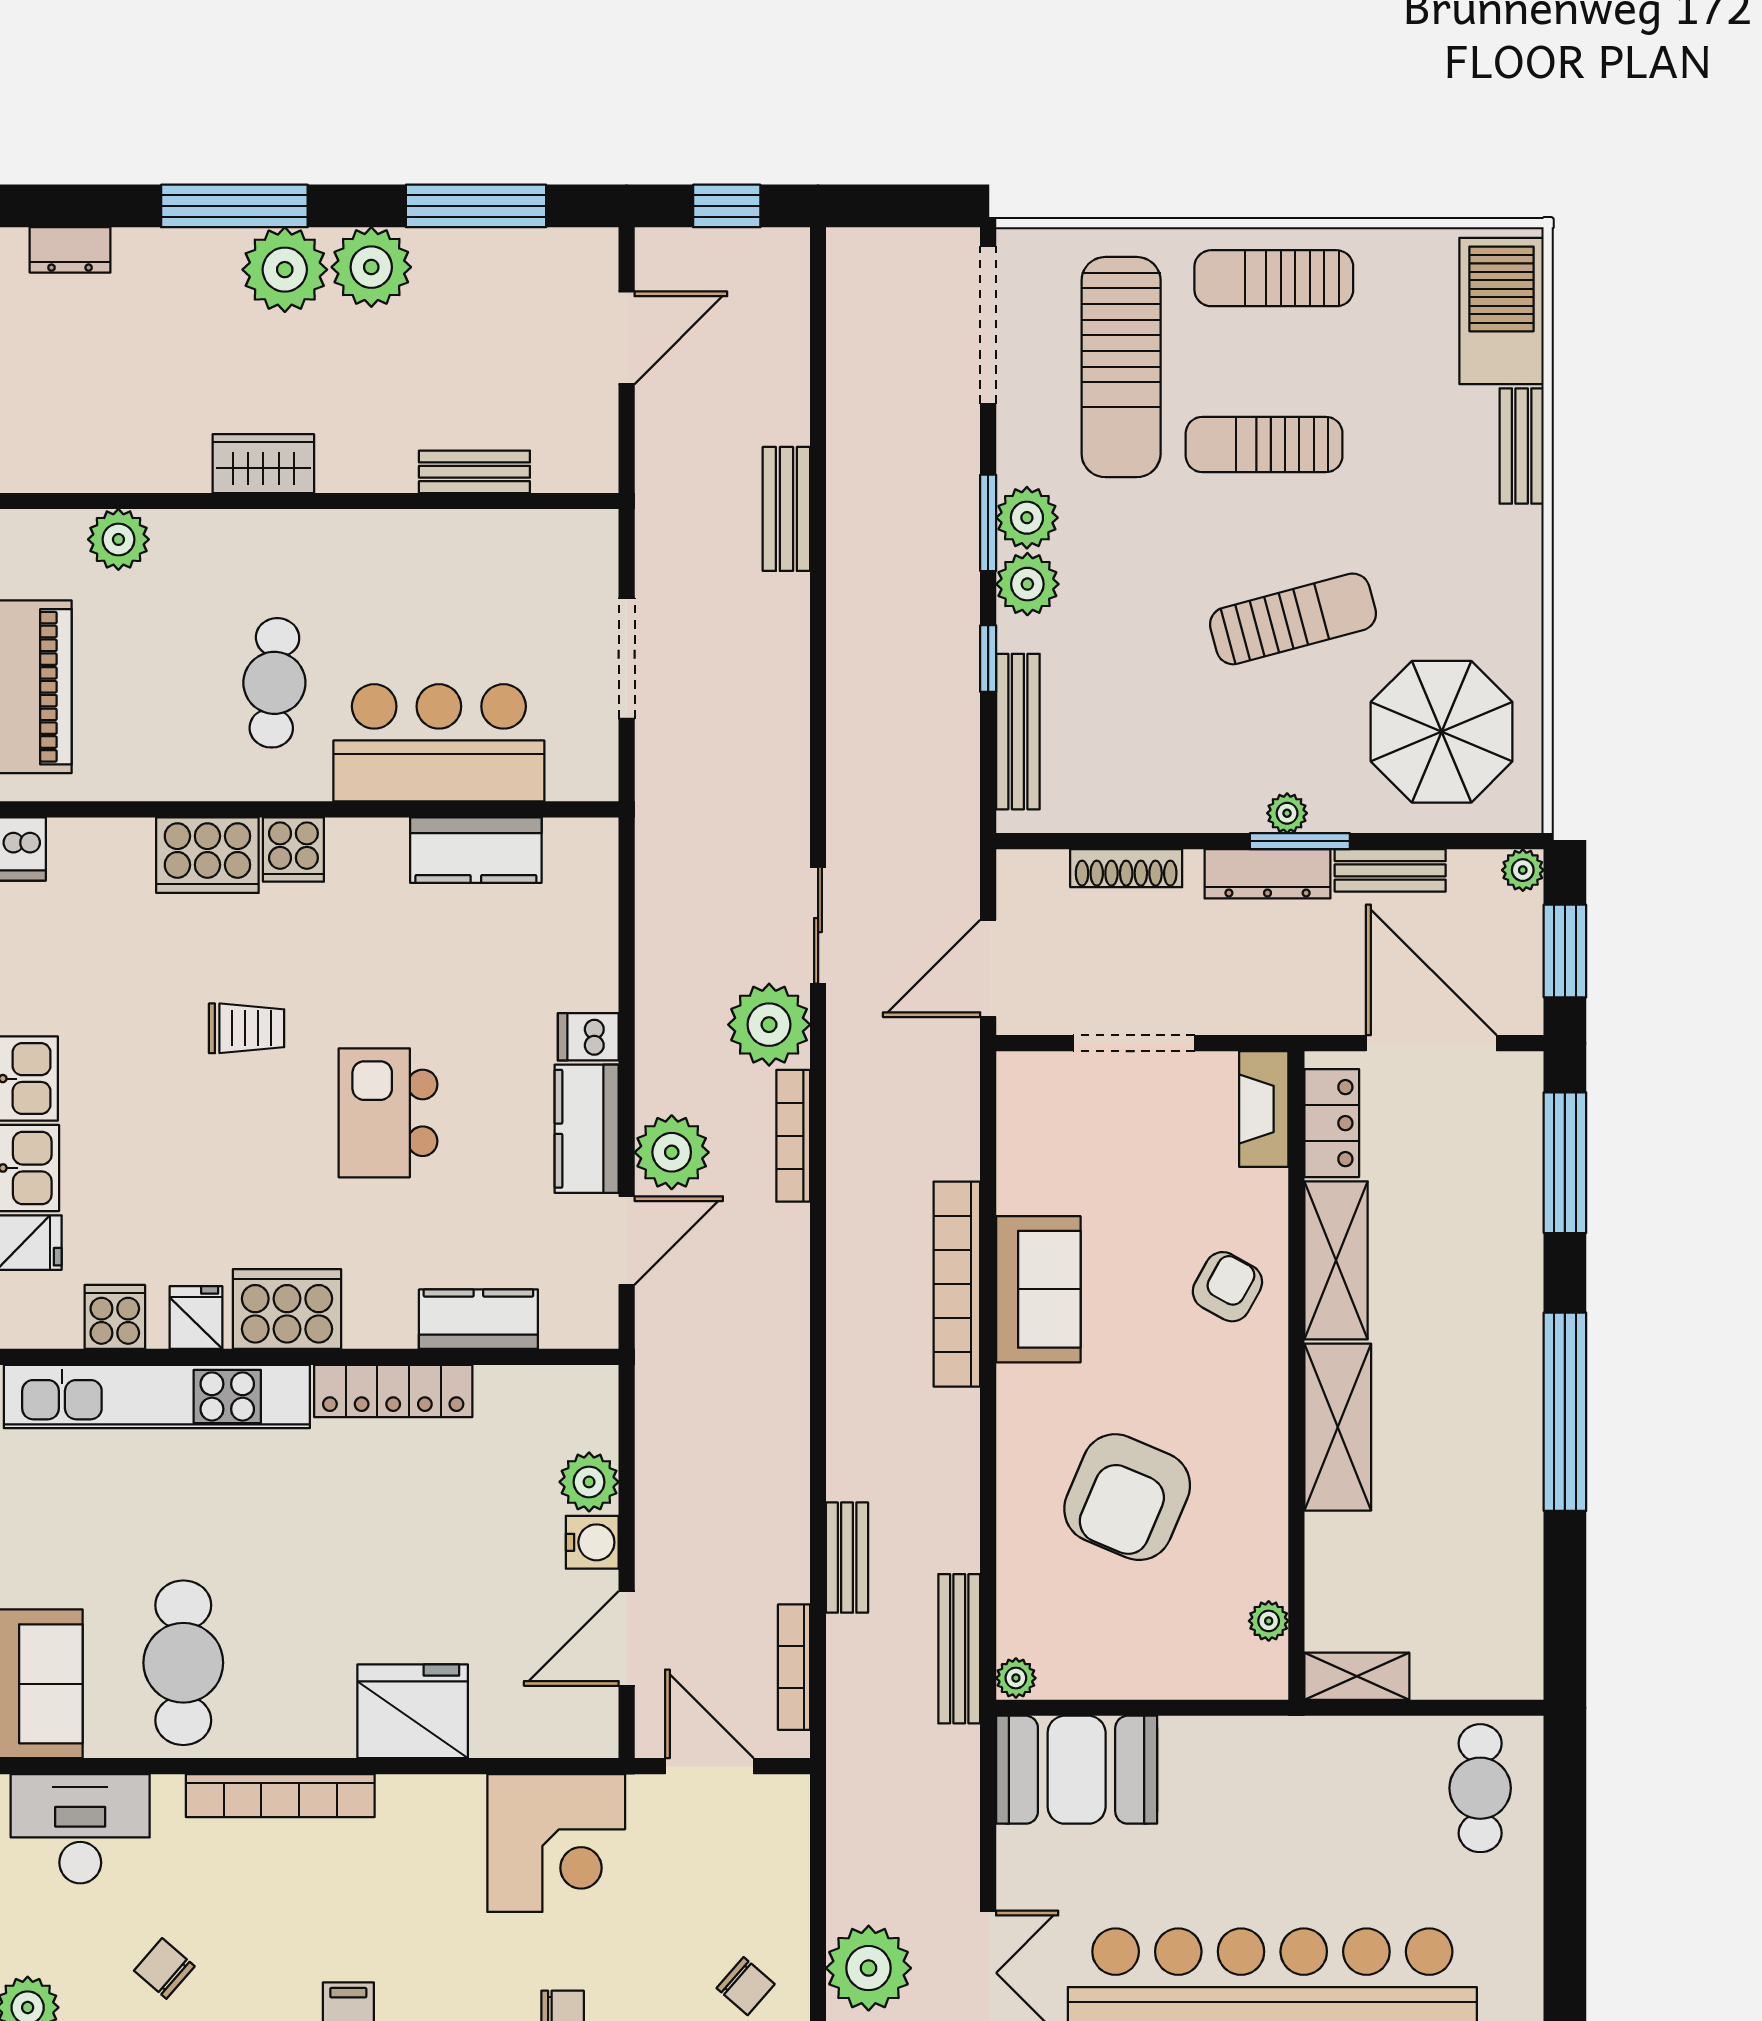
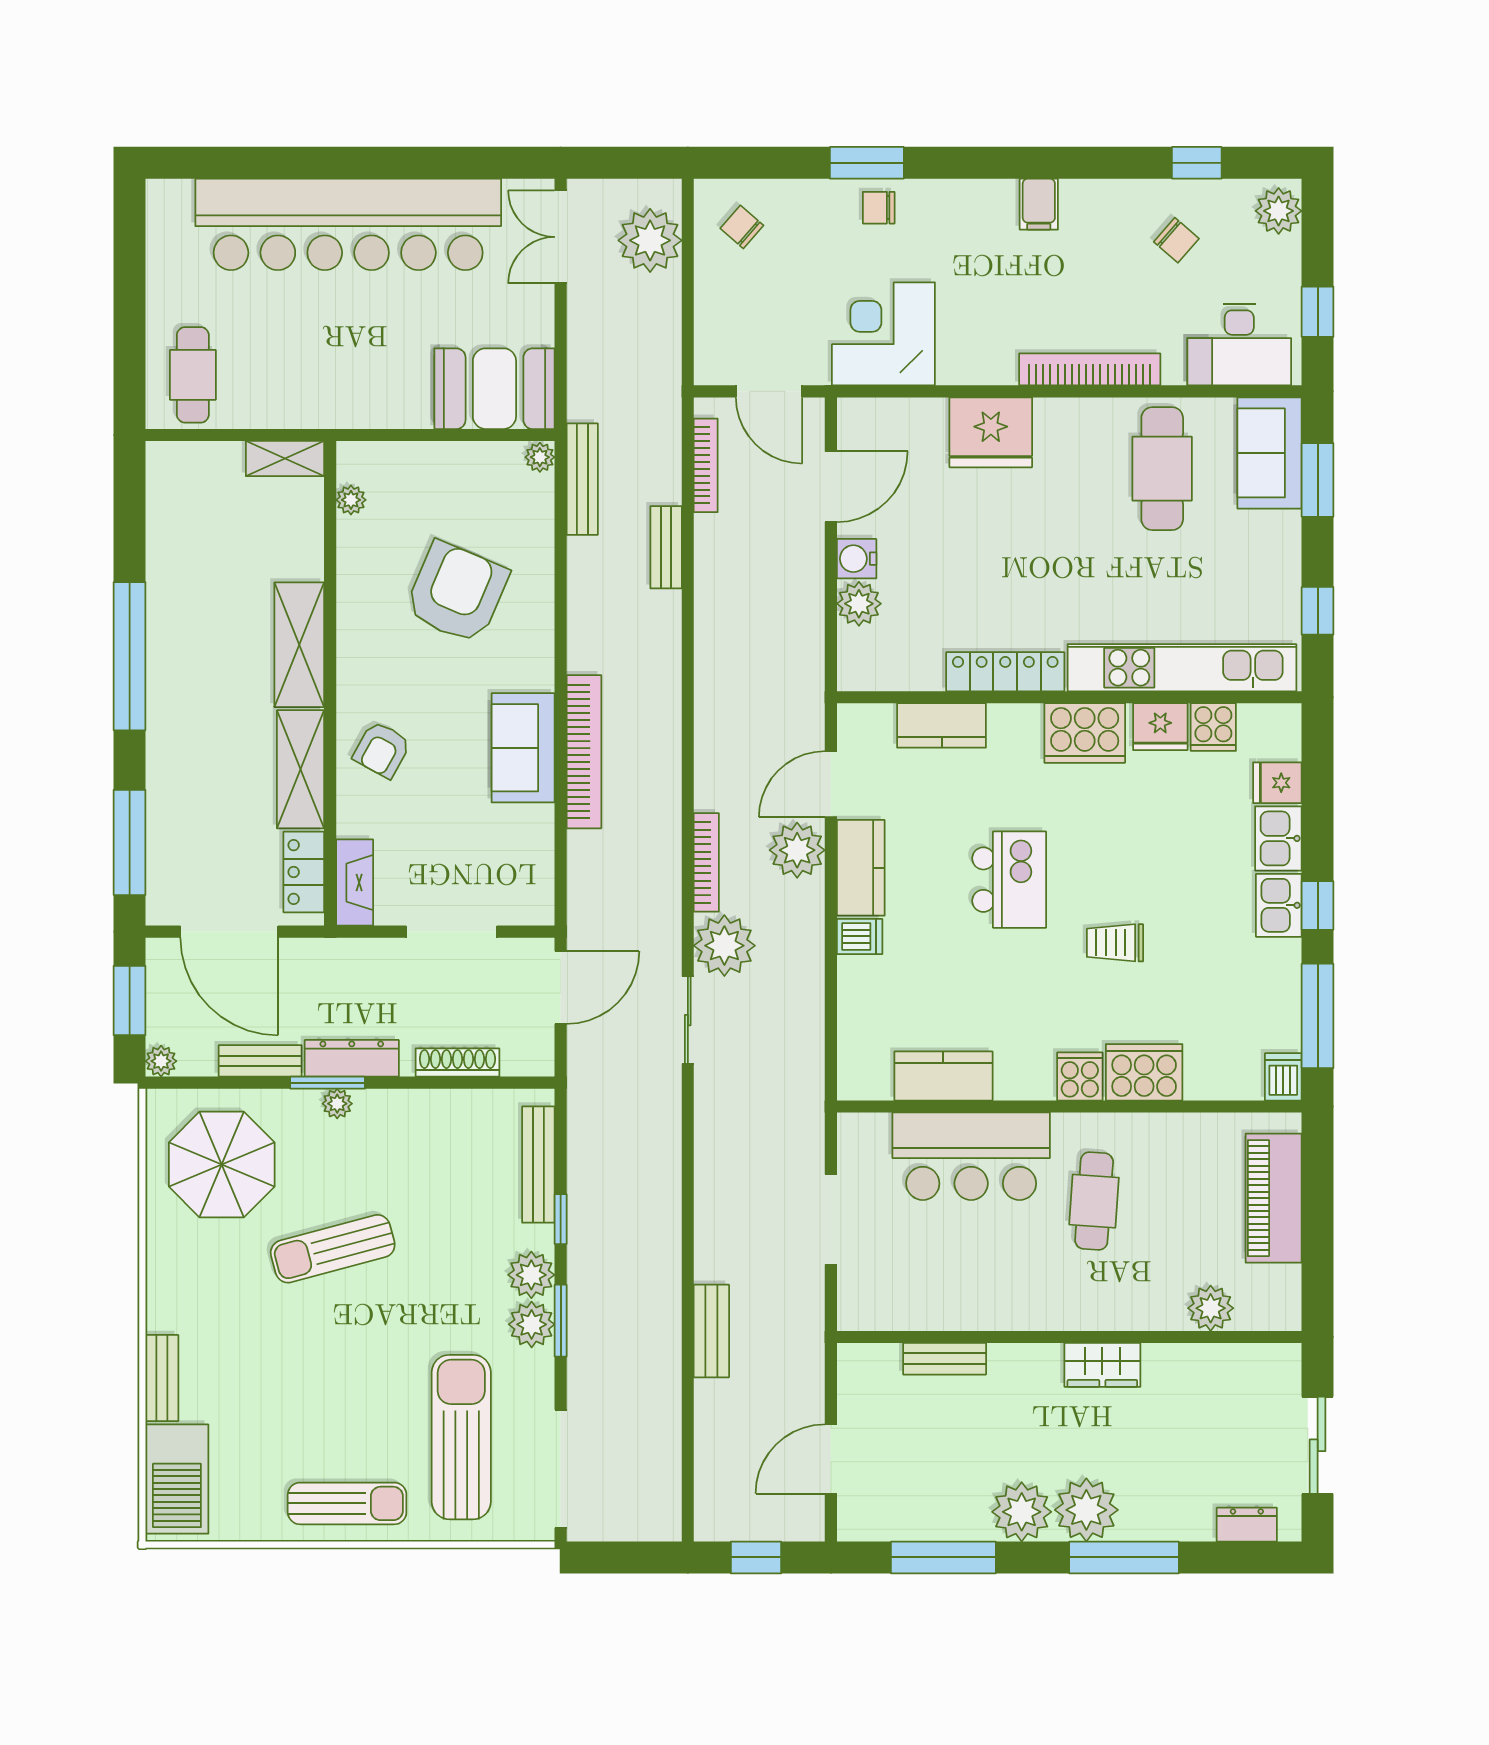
sun lounger: (1264, 444) -> (354, 1379), removed
fridge: (196, 1317) -> (1160, 727), width x1.38

